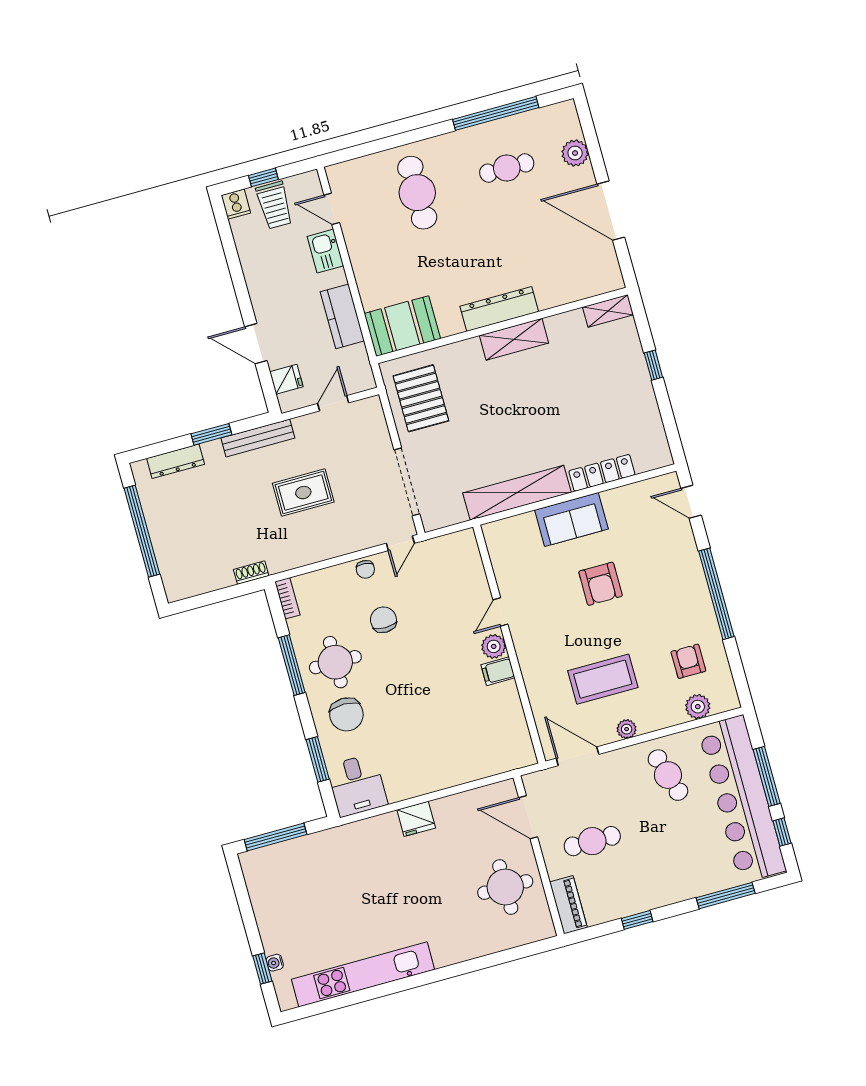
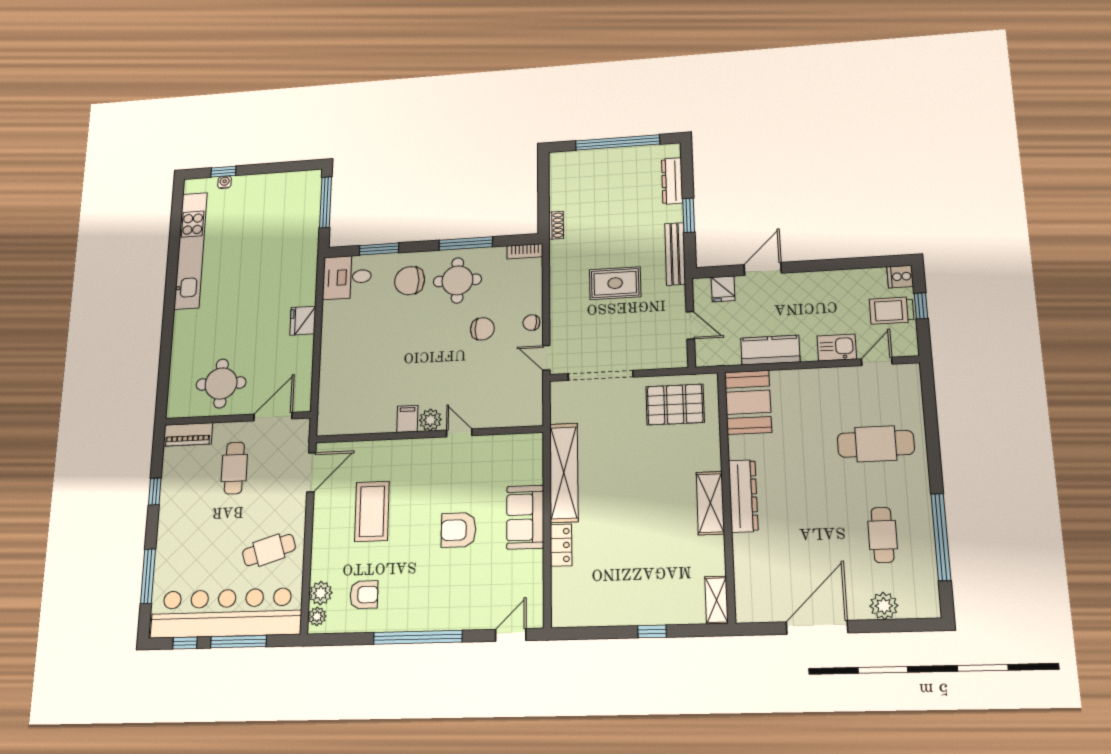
locker: (602, 473) -> (561, 545), width x0.66
rug: (303, 493) -> (615, 283), turned 90
plant: (627, 729) -> (317, 616), moved

